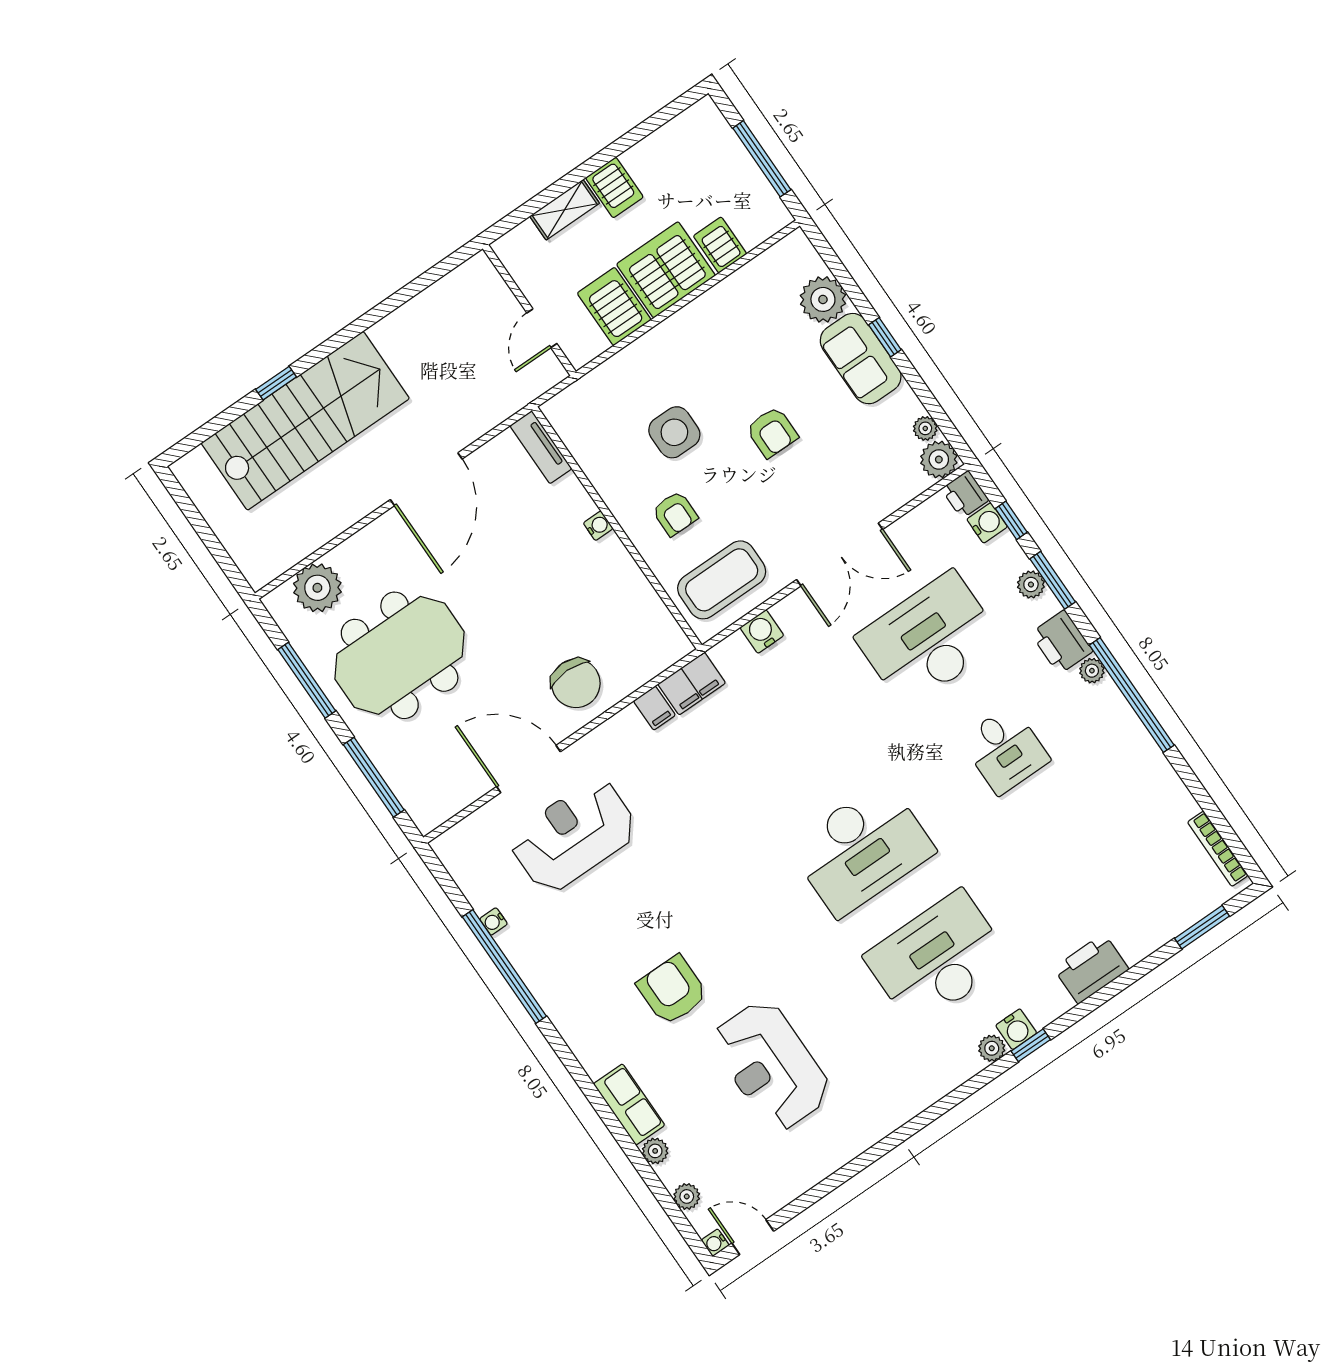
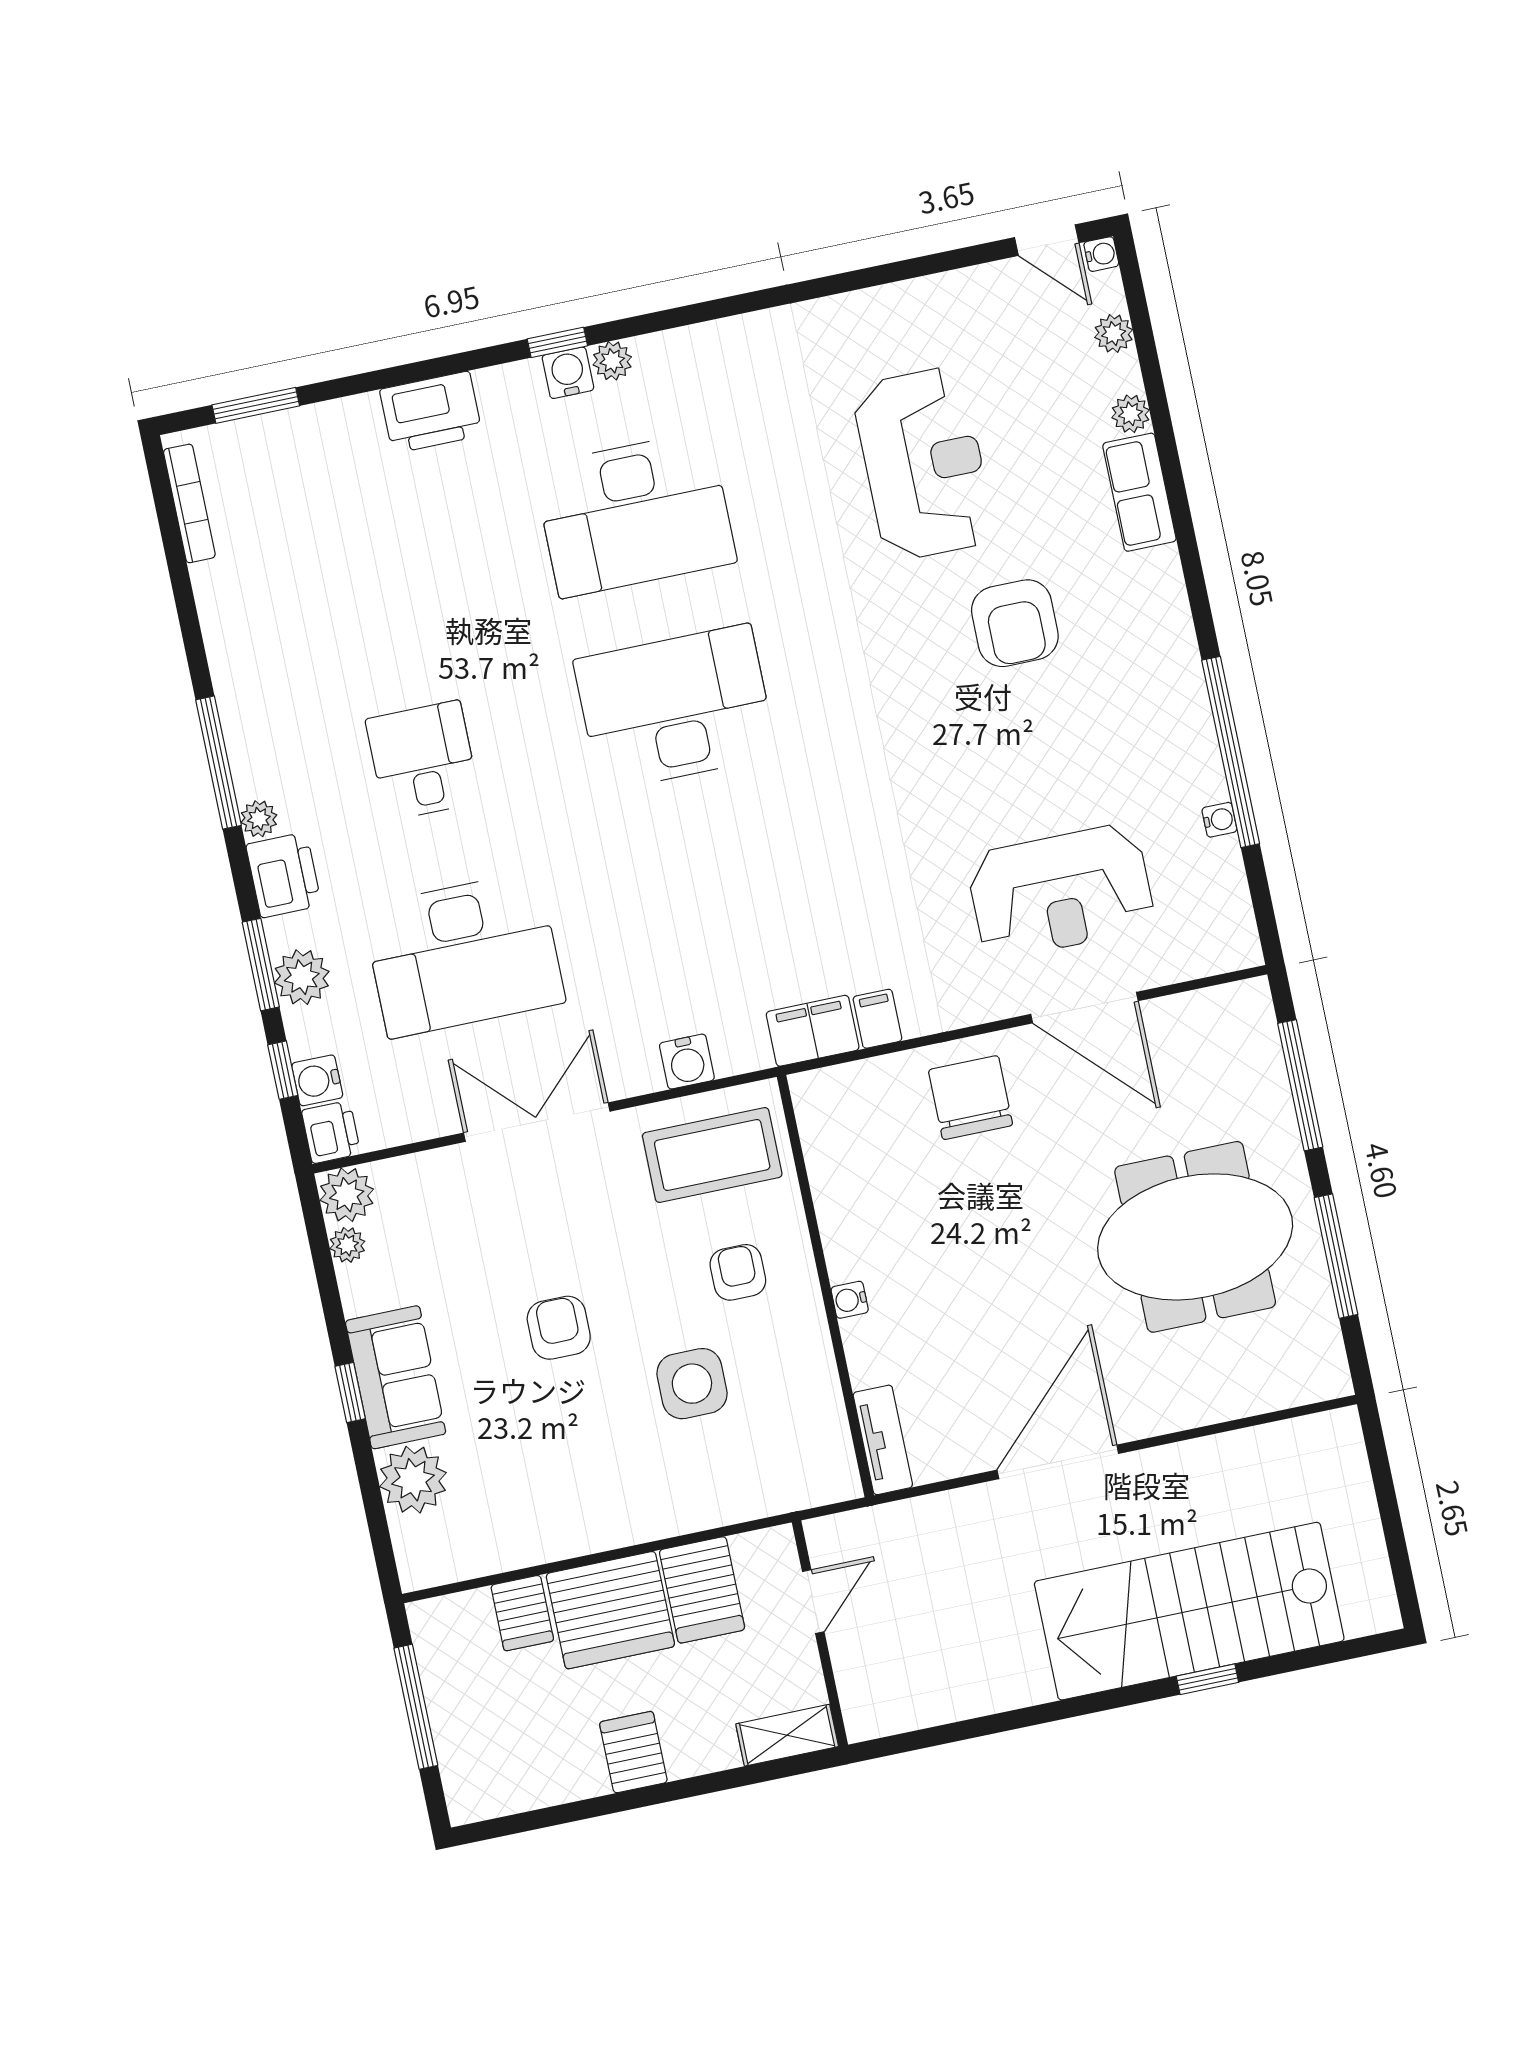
shelving: (565, 210) -> (787, 1735), moved
plant: (1031, 585) -> (302, 977), width x1.38, depth x1.38
plant: (317, 588) -> (1268, 1376), removed
window: (1132, 695) -> (219, 763), width x0.68

